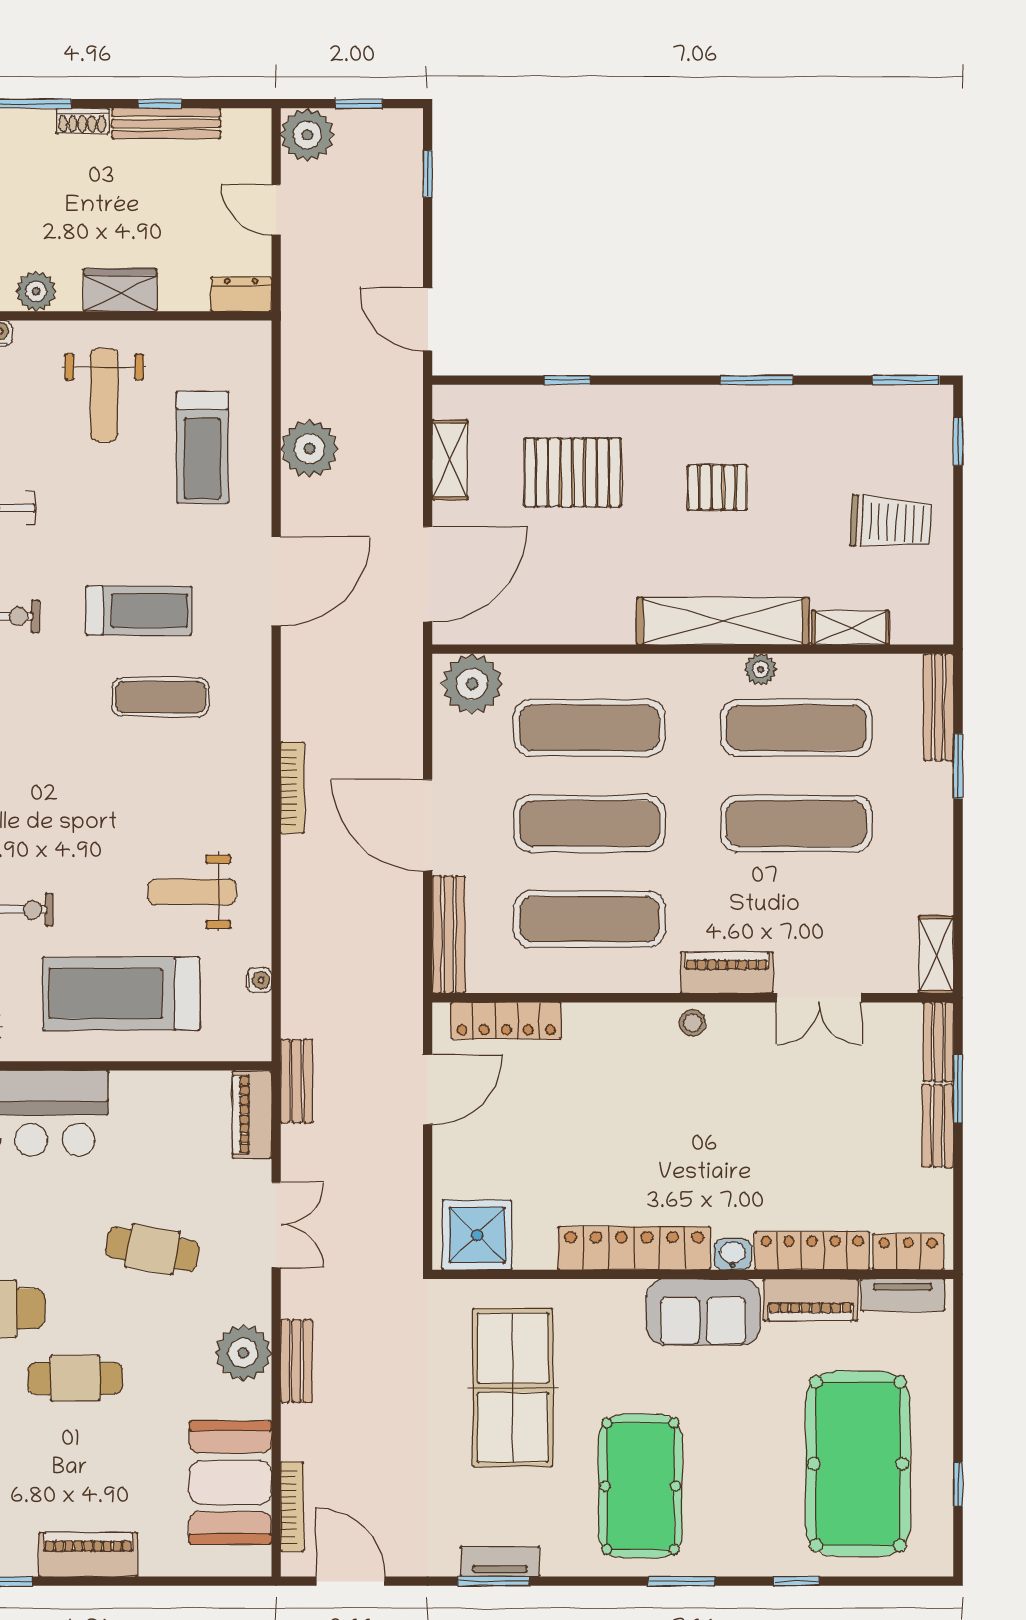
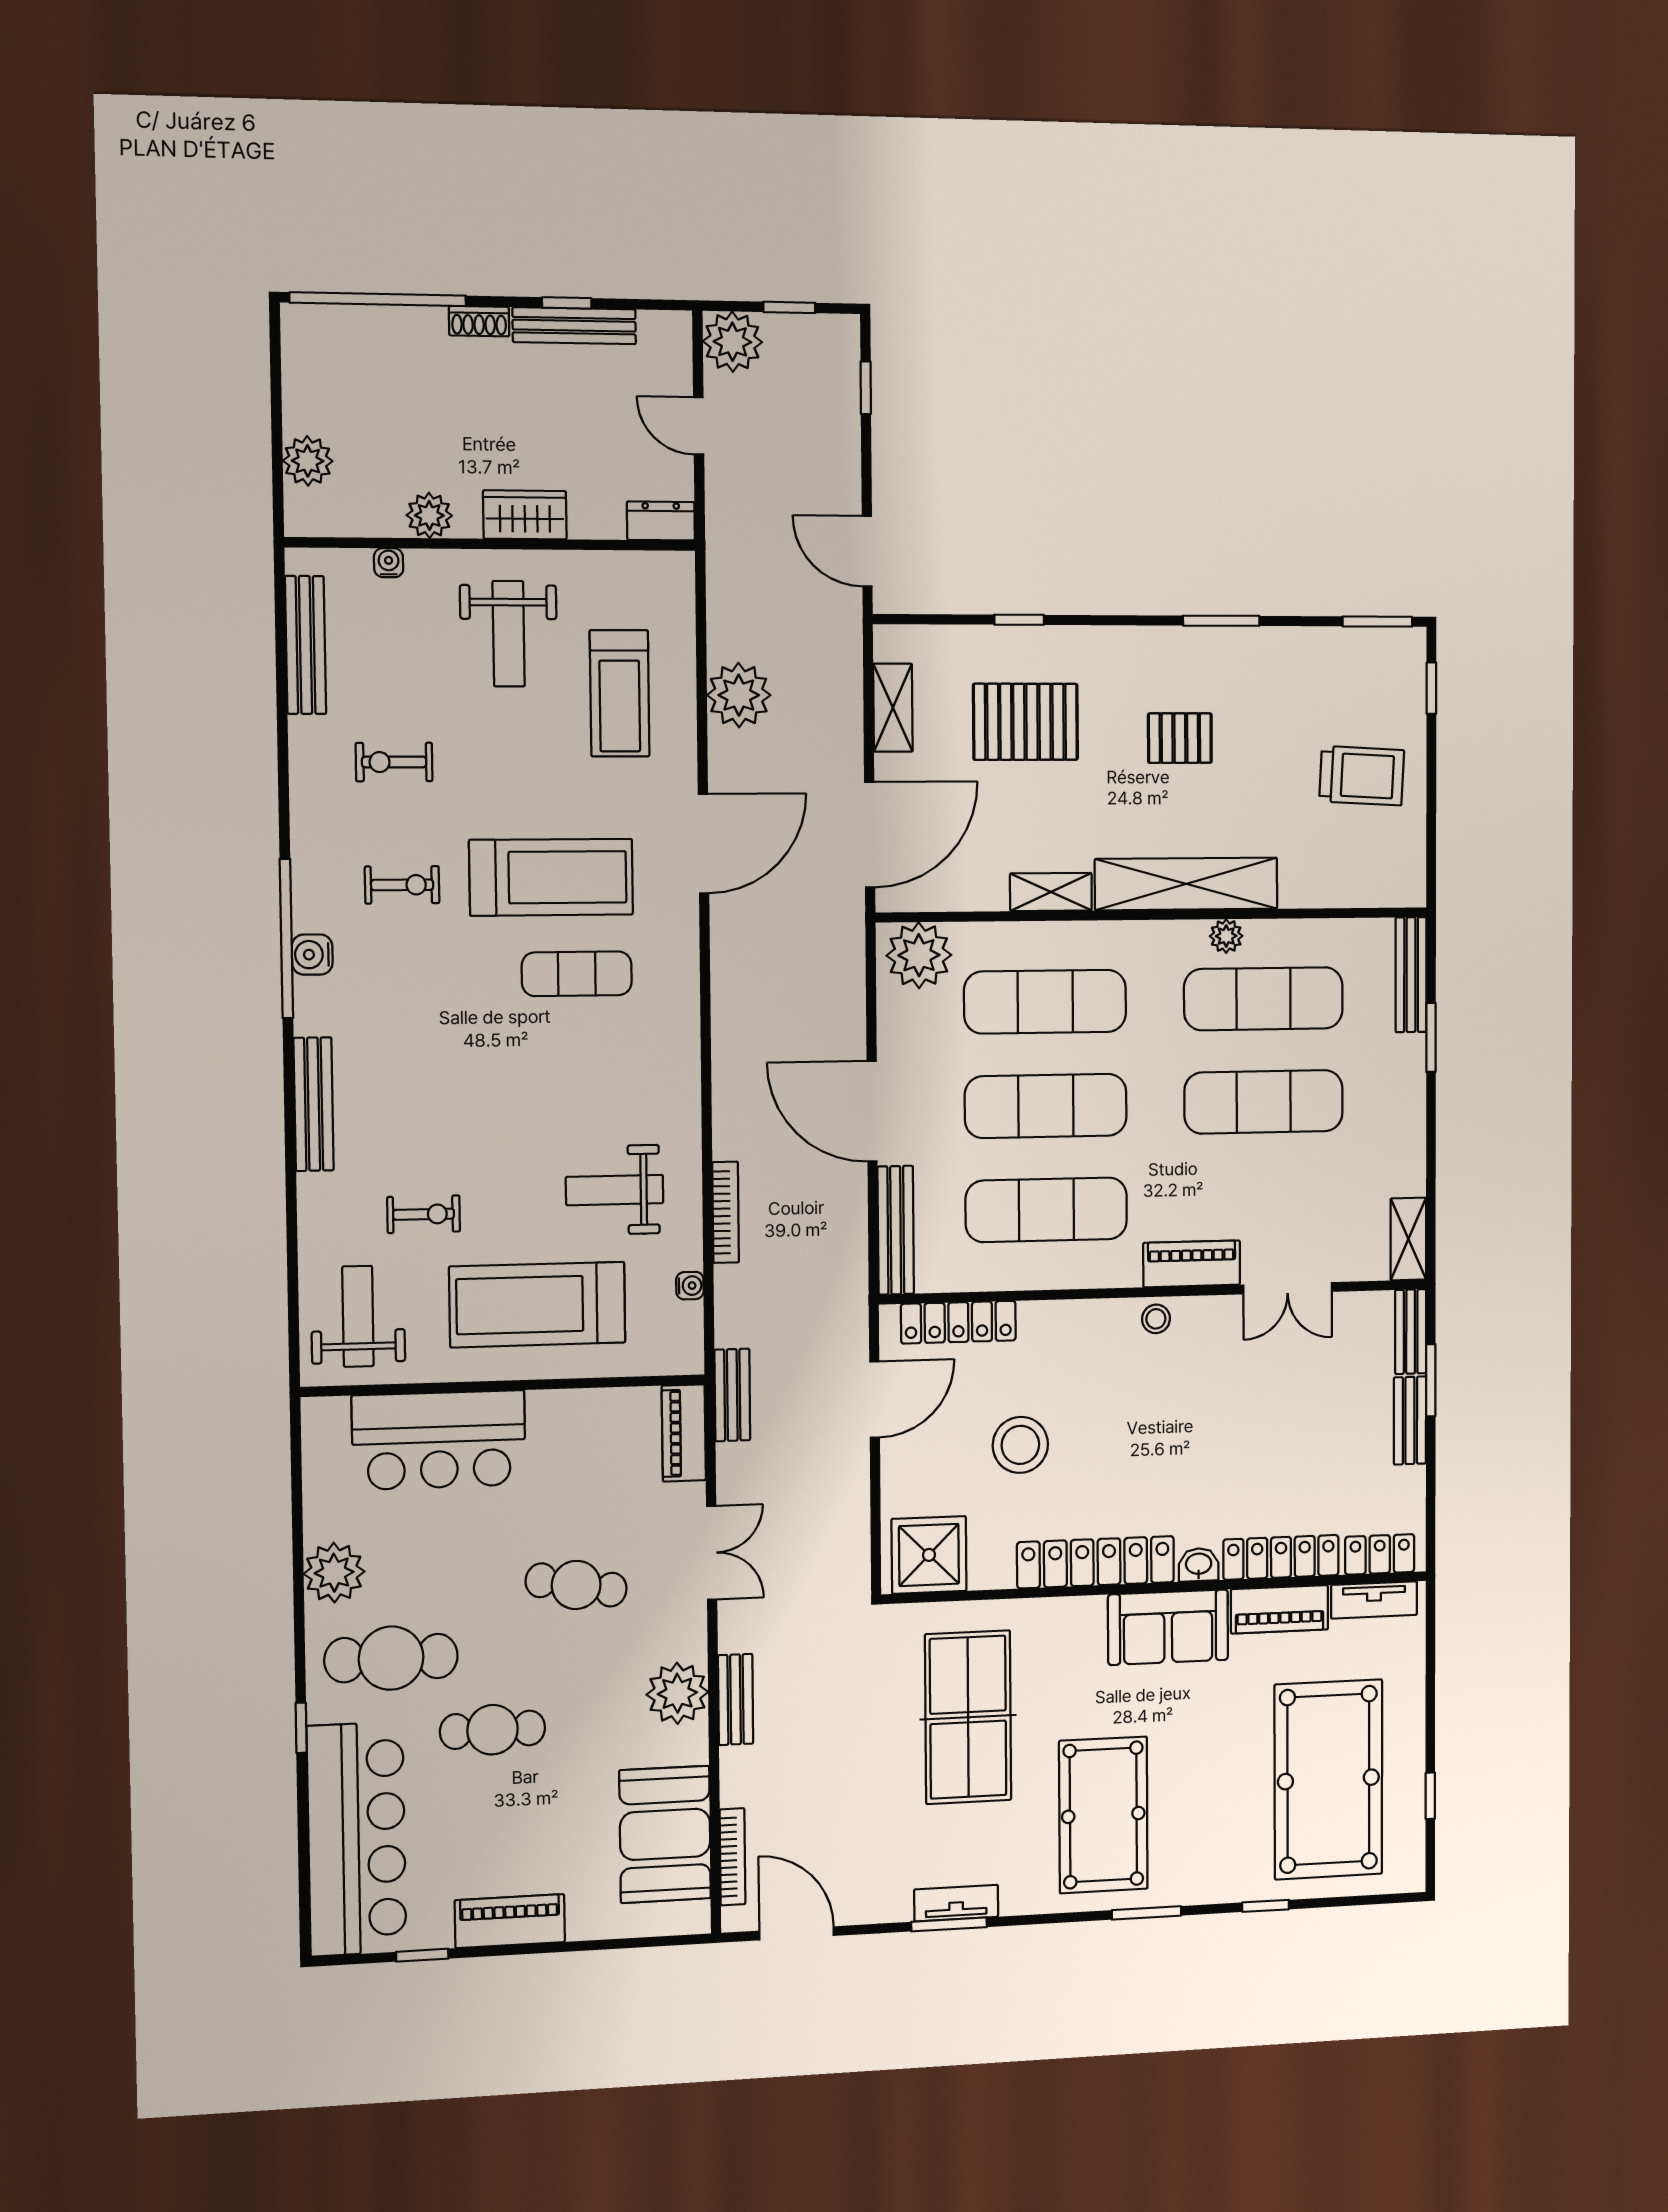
treadmill: (139, 611) -> (551, 877), width x1.37, depth x1.38
shelving: (851, 627) -> (1051, 892), moved
bookcase: (292, 788) -> (726, 1212), moved
stool: (564, 1136) -> (1020, 1445), added

